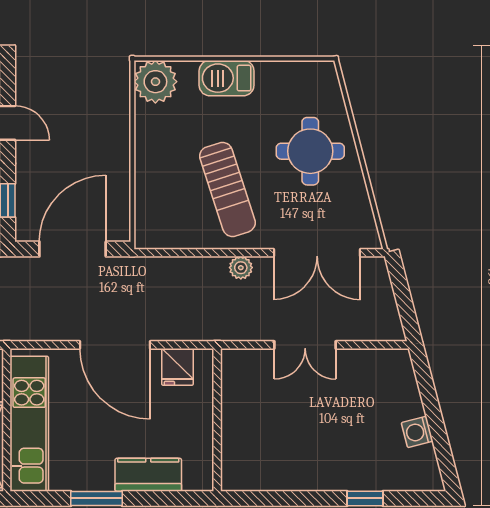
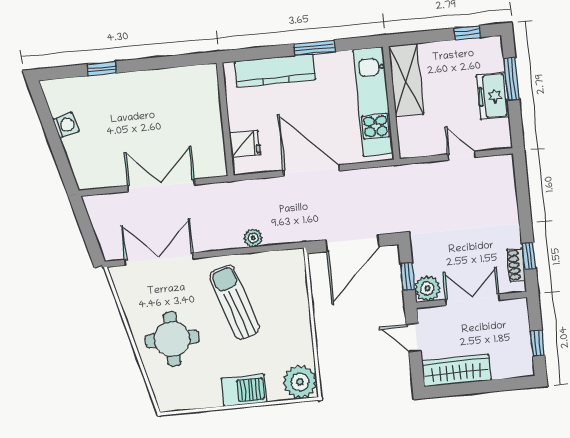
plant: (241, 268) -> (253, 238), moved
double door: (305, 345) -> (161, 185), width x1.37
fridge: (177, 367) -> (245, 144), moved, turned 90
kitchen counter: (148, 475) -> (275, 70), width x1.50

